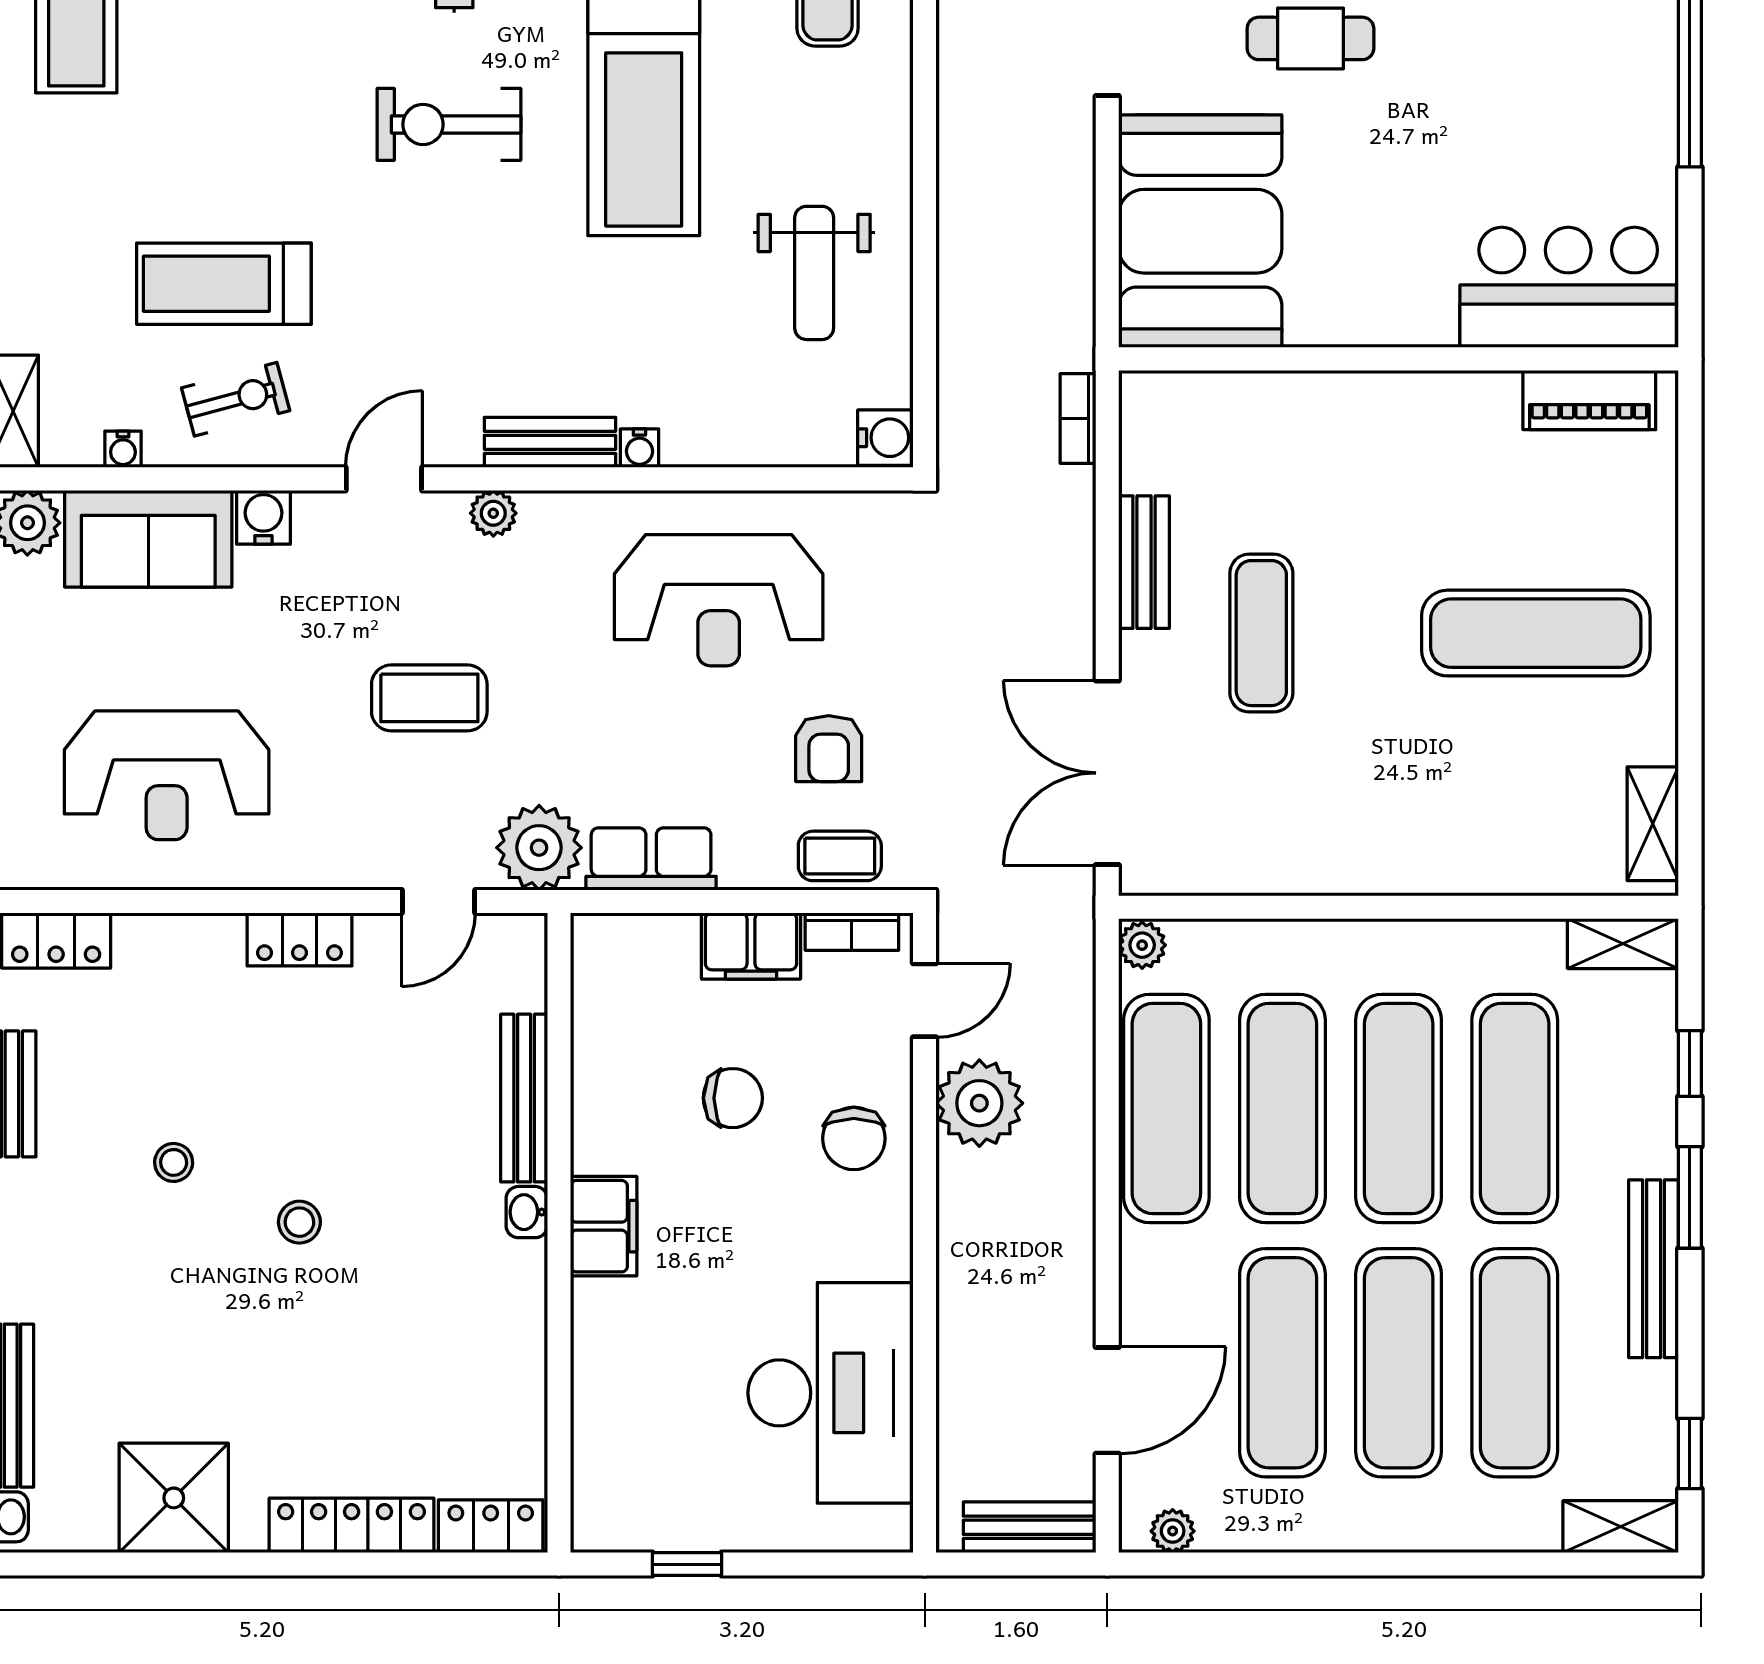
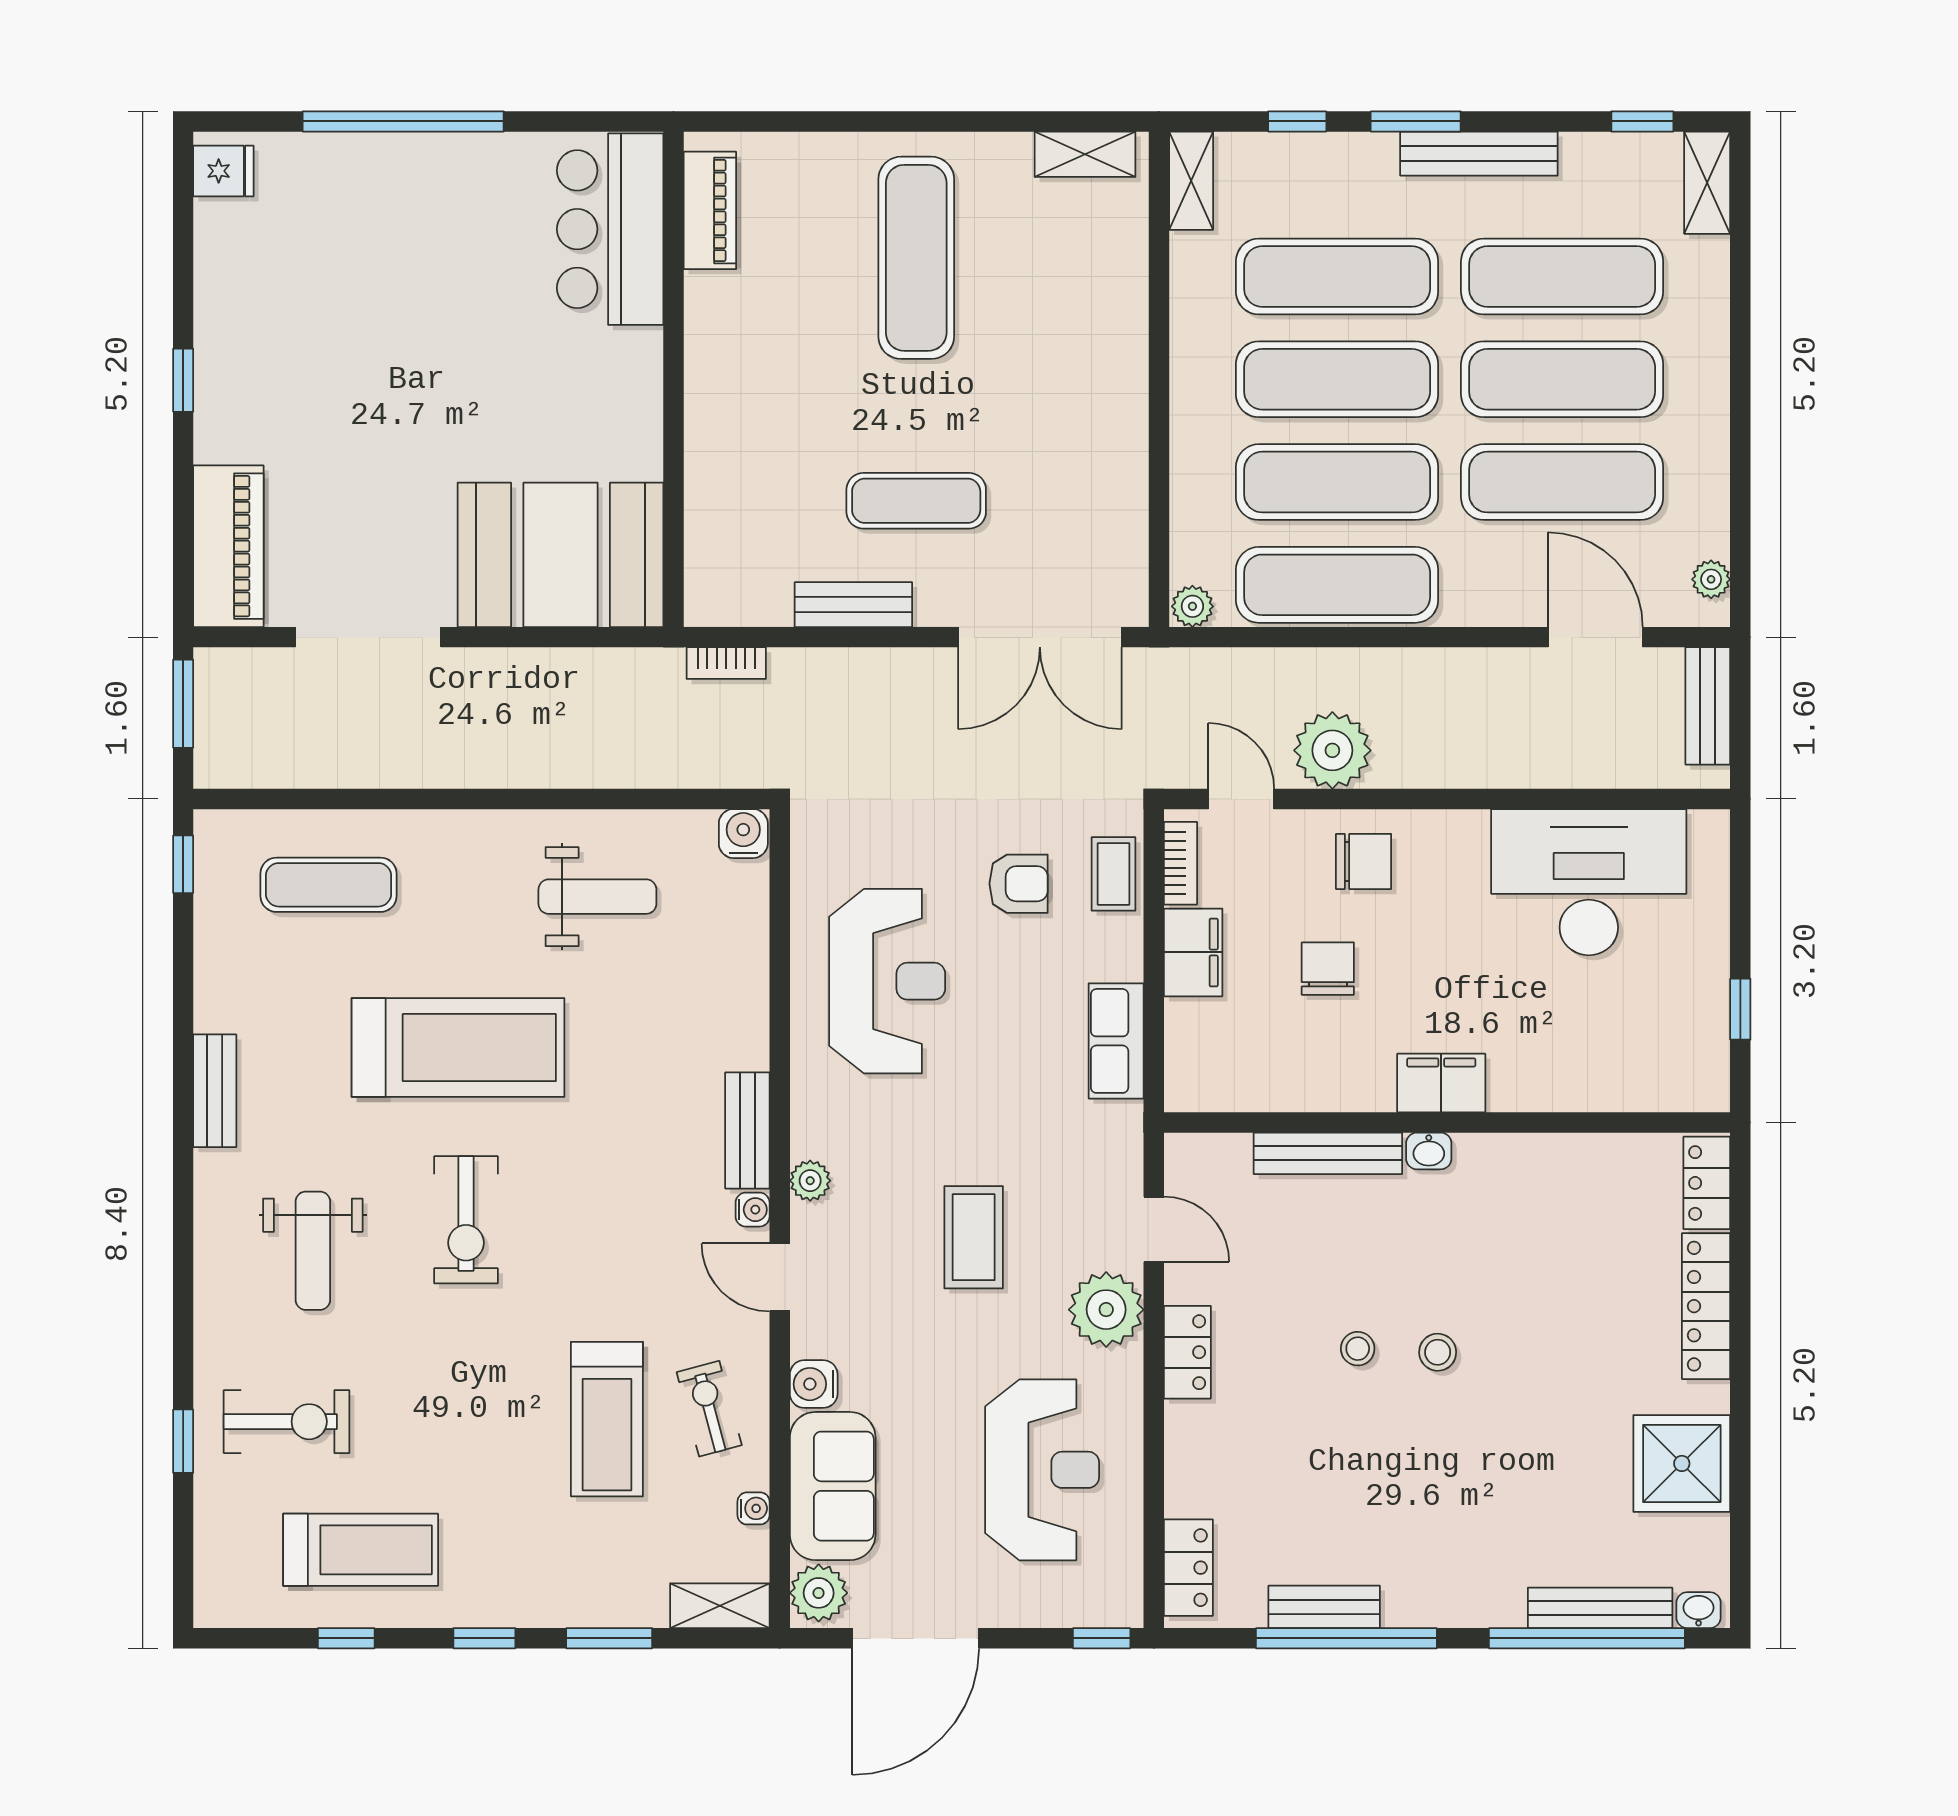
cafe table: (1310, 38) -> (390, 457), removed
water cooler: (639, 448) -> (753, 1210), moved
plant: (539, 848) -> (1106, 1310), moved
stool: (174, 1162) -> (1358, 1349), moved

